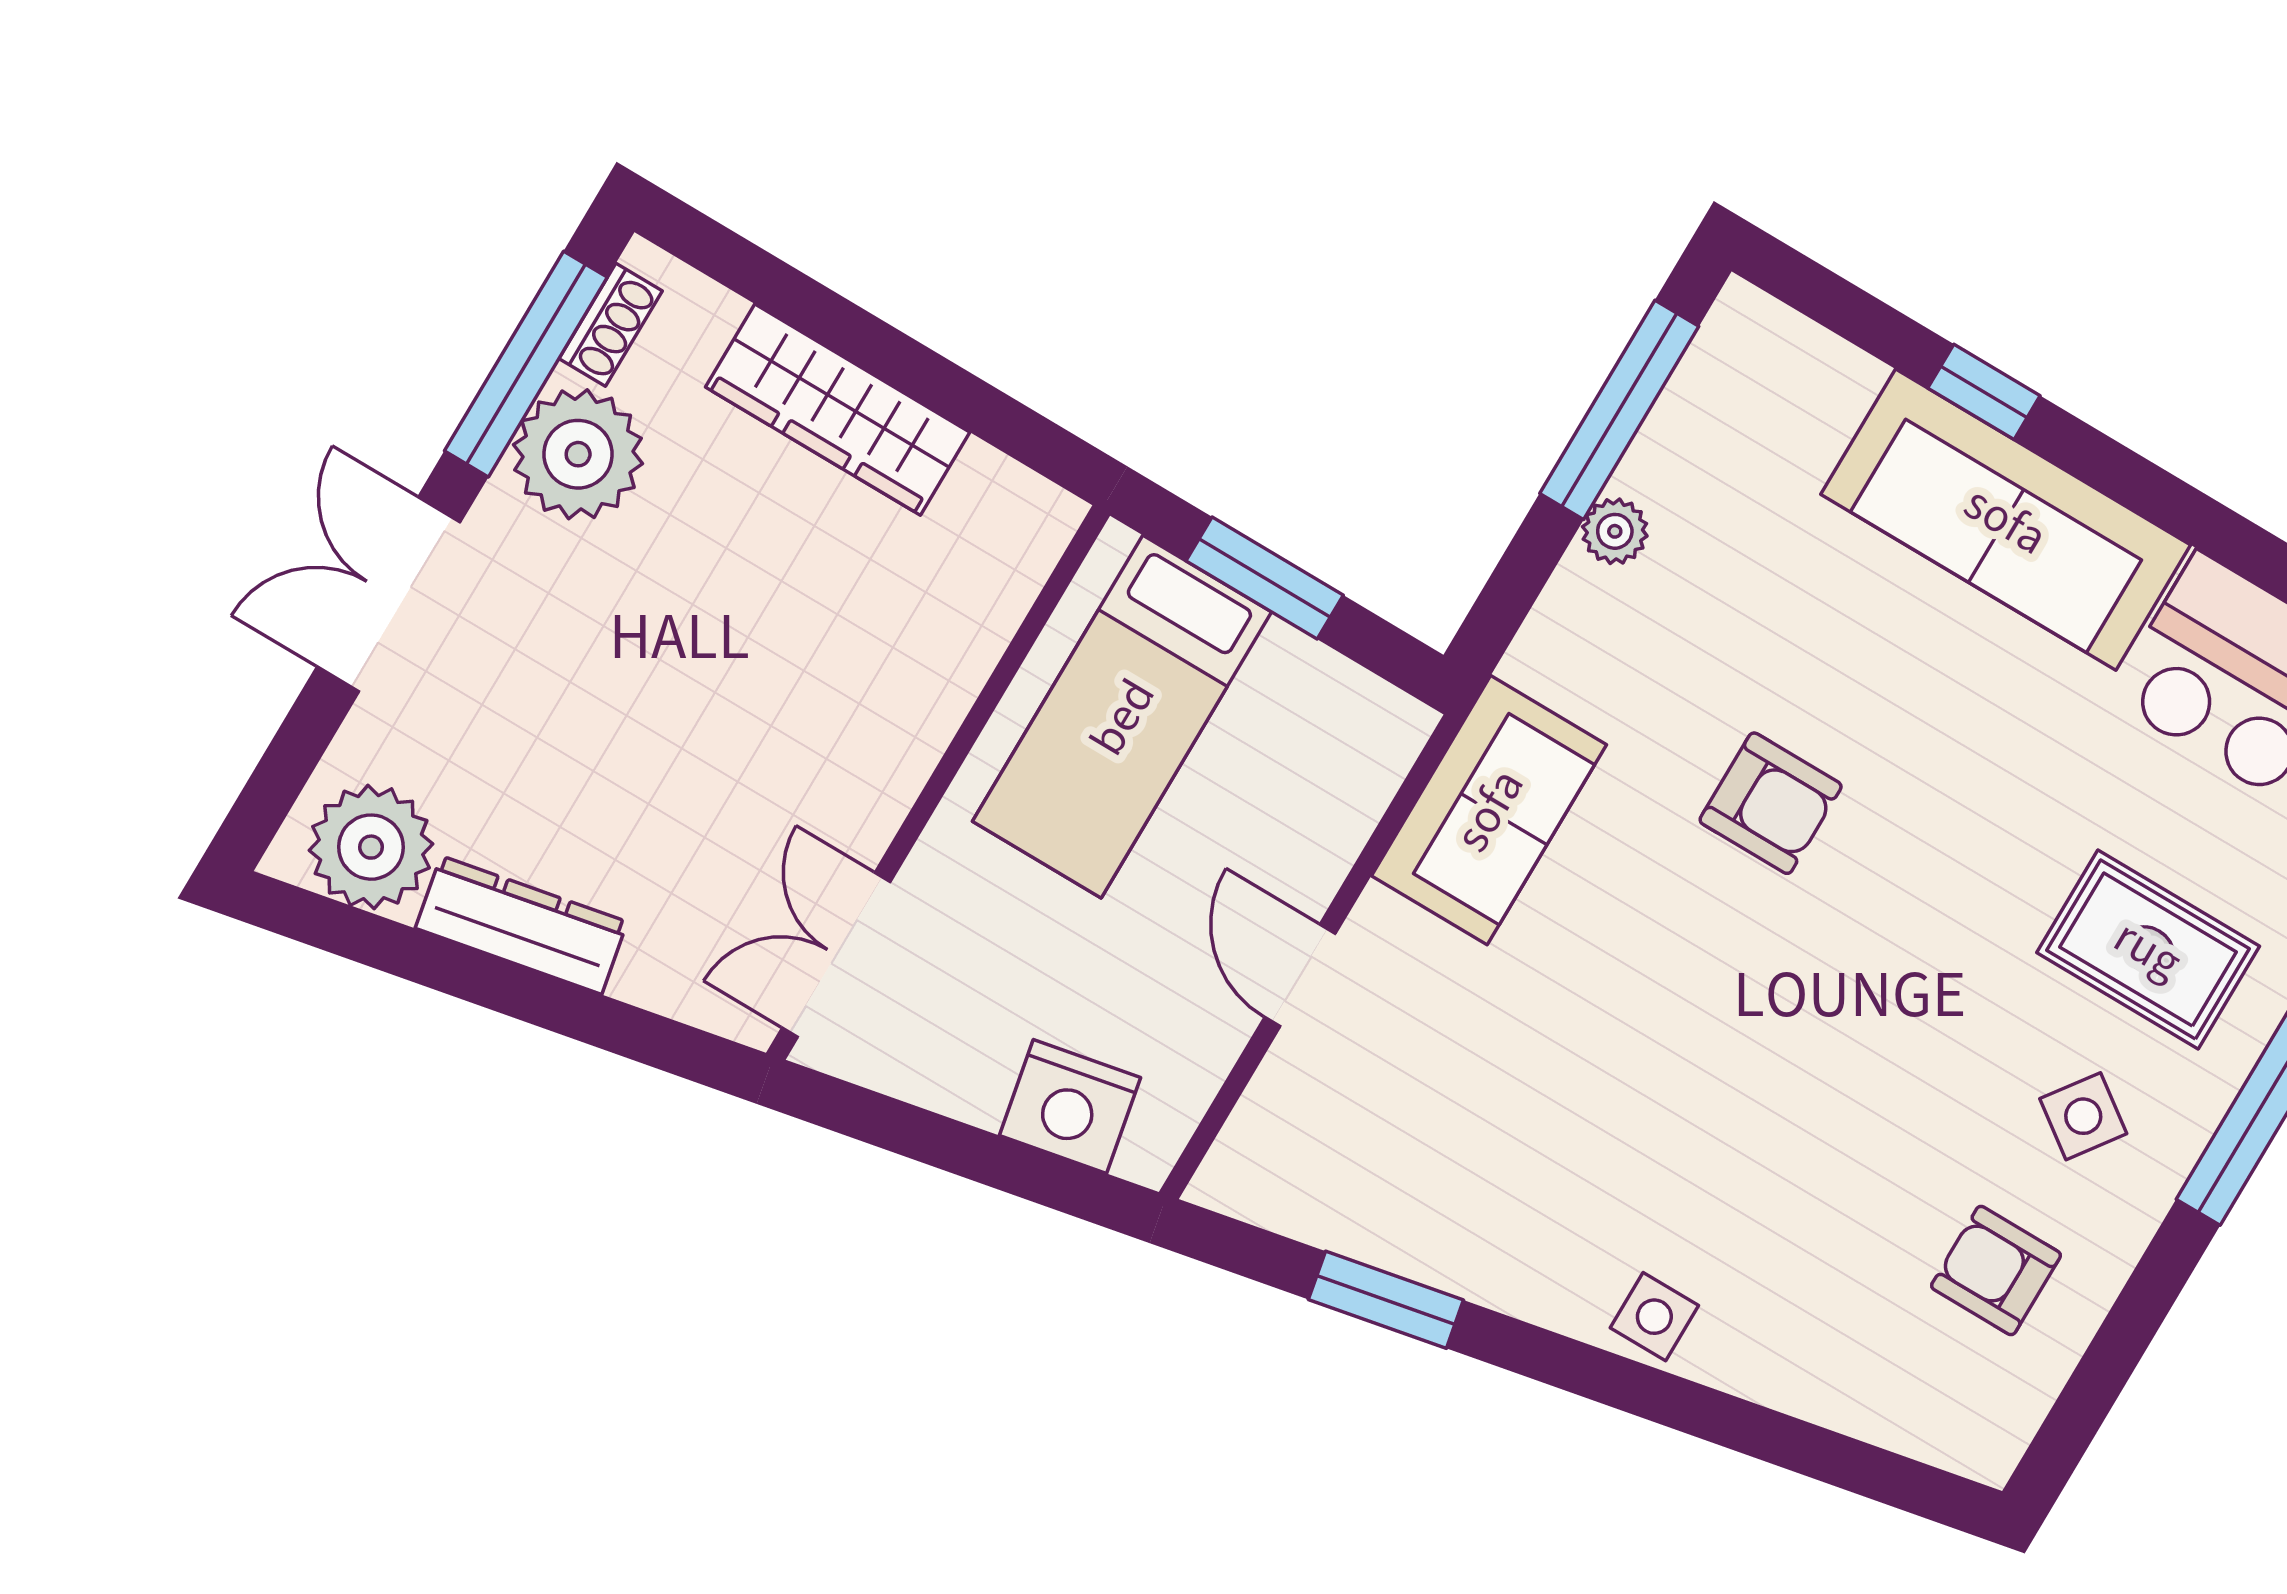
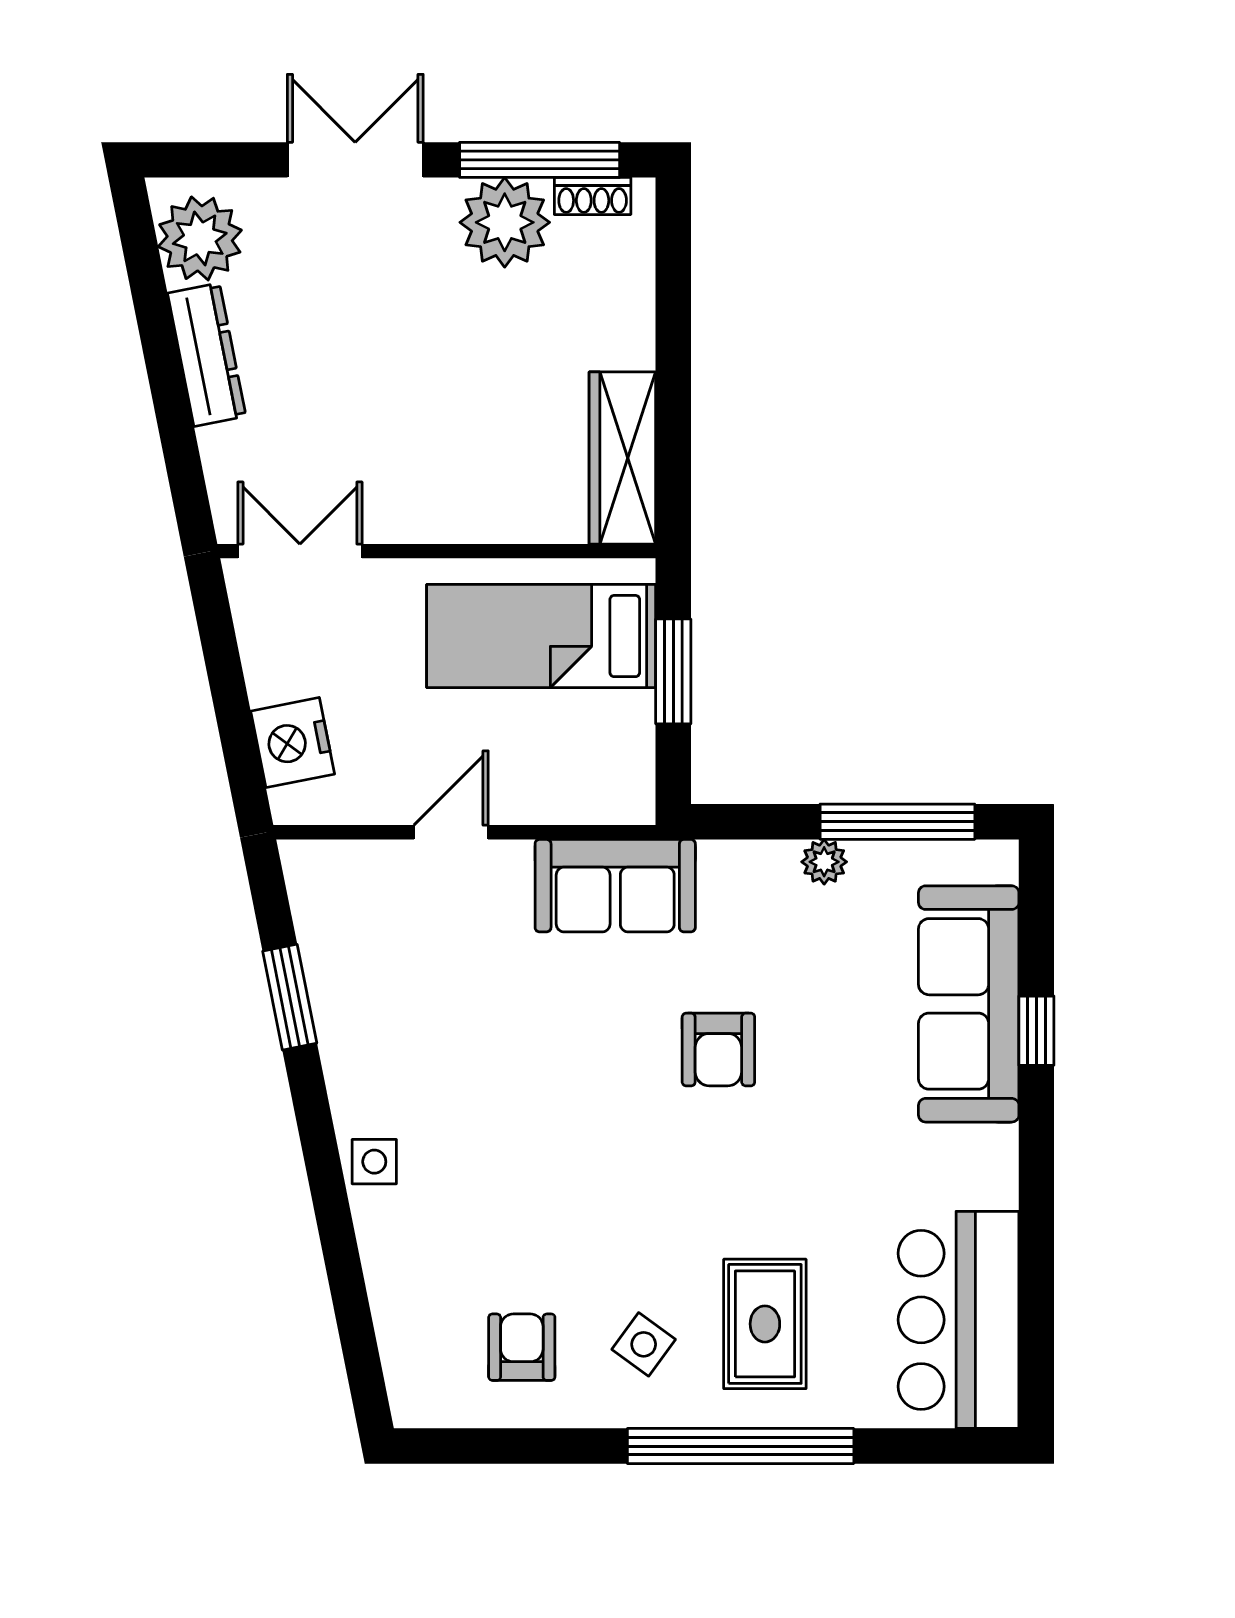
wardrobe: (838, 410) -> (622, 458), moved
sofa: (2006, 520) -> (969, 1004), moved

